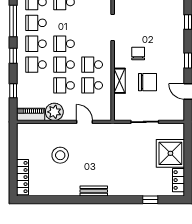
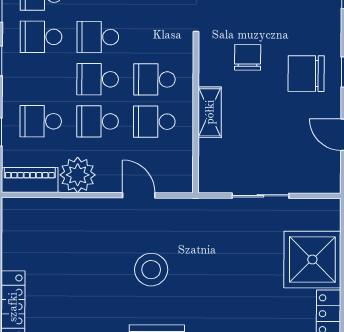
school desk: (36, 65) -> (41, 121), moved
chair: (147, 82) -> (306, 74), moved, turned 180
stool: (60, 155) -> (151, 270), moved

